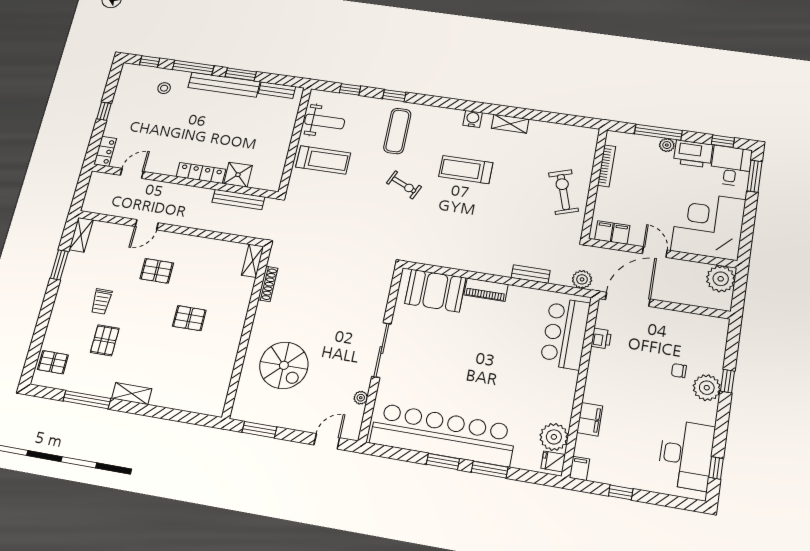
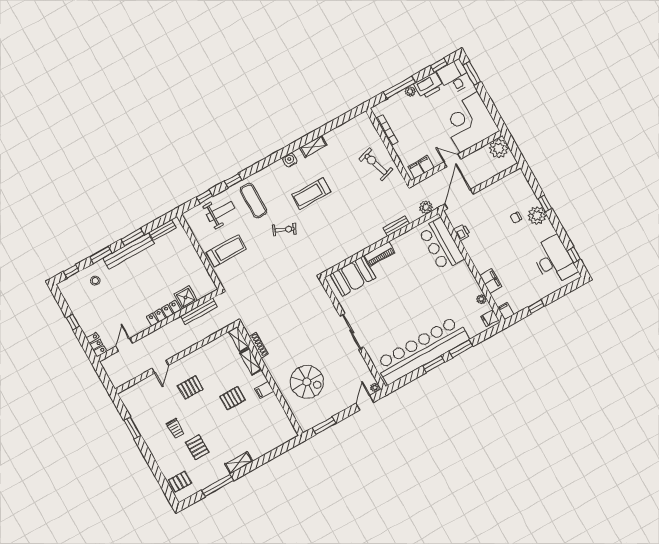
window: (193, 68) -> (101, 255), width x0.69
weight bench: (325, 122) -> (221, 211), moved
shelving: (81, 235) -> (251, 362), moved
filing cabinet: (230, 337) -> (264, 390), added
plant: (361, 398) -> (375, 388), moved
plant: (554, 437) -> (481, 299), width x0.53, depth x0.53

